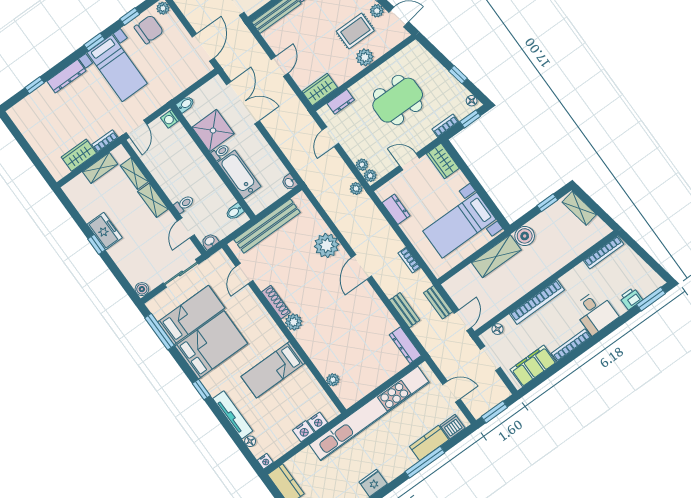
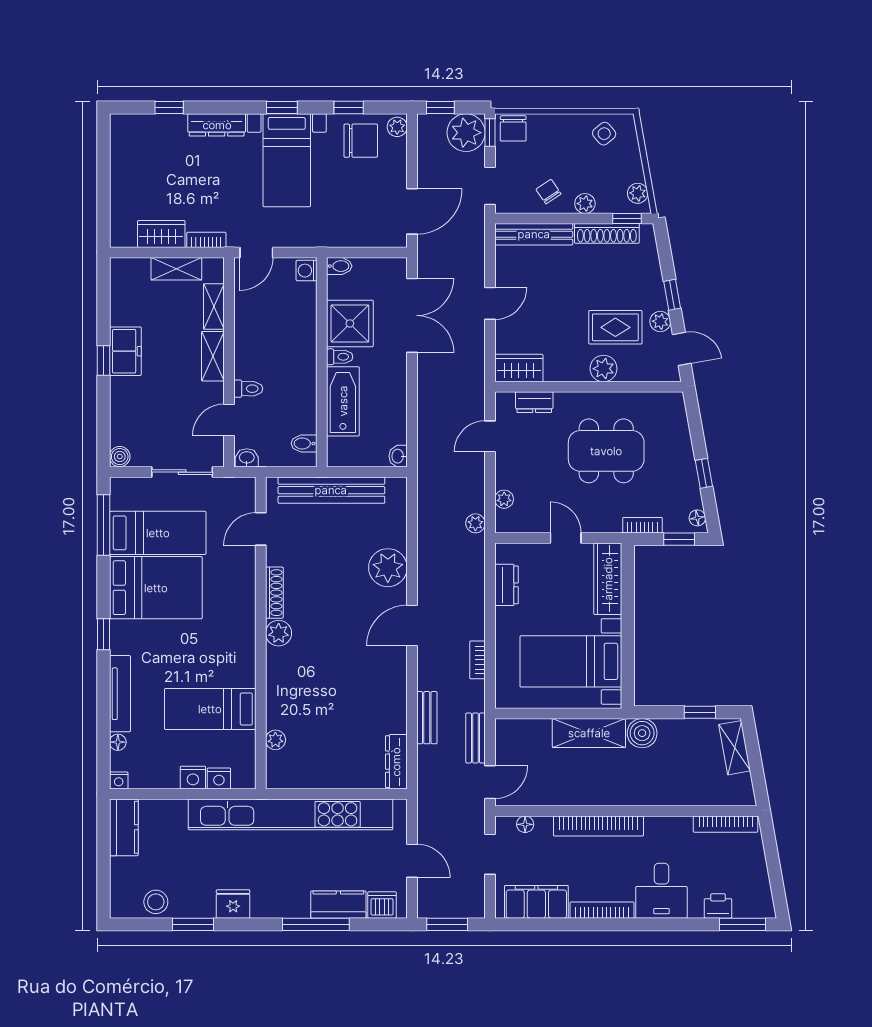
wardrobe: (443, 161) -> (608, 579), width x1.50
plant: (370, 176) -> (504, 520), removed
bed: (273, 370) -> (210, 709), moved

